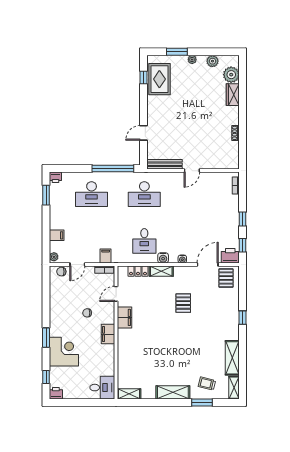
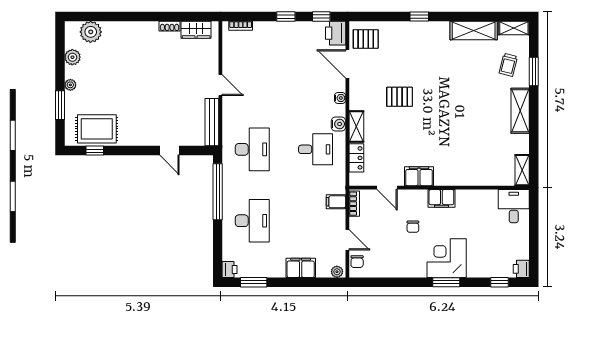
wardrobe: (233, 95) -> (196, 30), moved
filing cabinet: (57, 235) -> (301, 268), width x2.00
corner desk: (64, 352) -> (447, 258), moved

